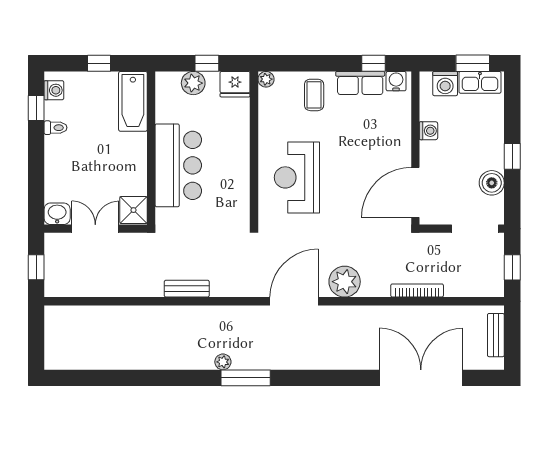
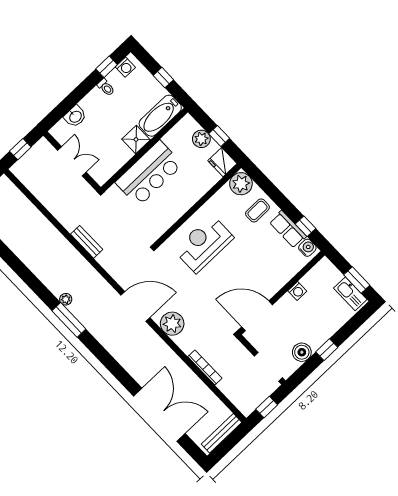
plant: (266, 79) -> (241, 184), width x1.88, depth x1.88
washing machine: (445, 84) -> (331, 276), removed
shower: (133, 210) -> (136, 139), moved
washbasin: (57, 214) -> (75, 116), moved, turned 90
bench: (496, 335) -> (222, 433), width x1.36

